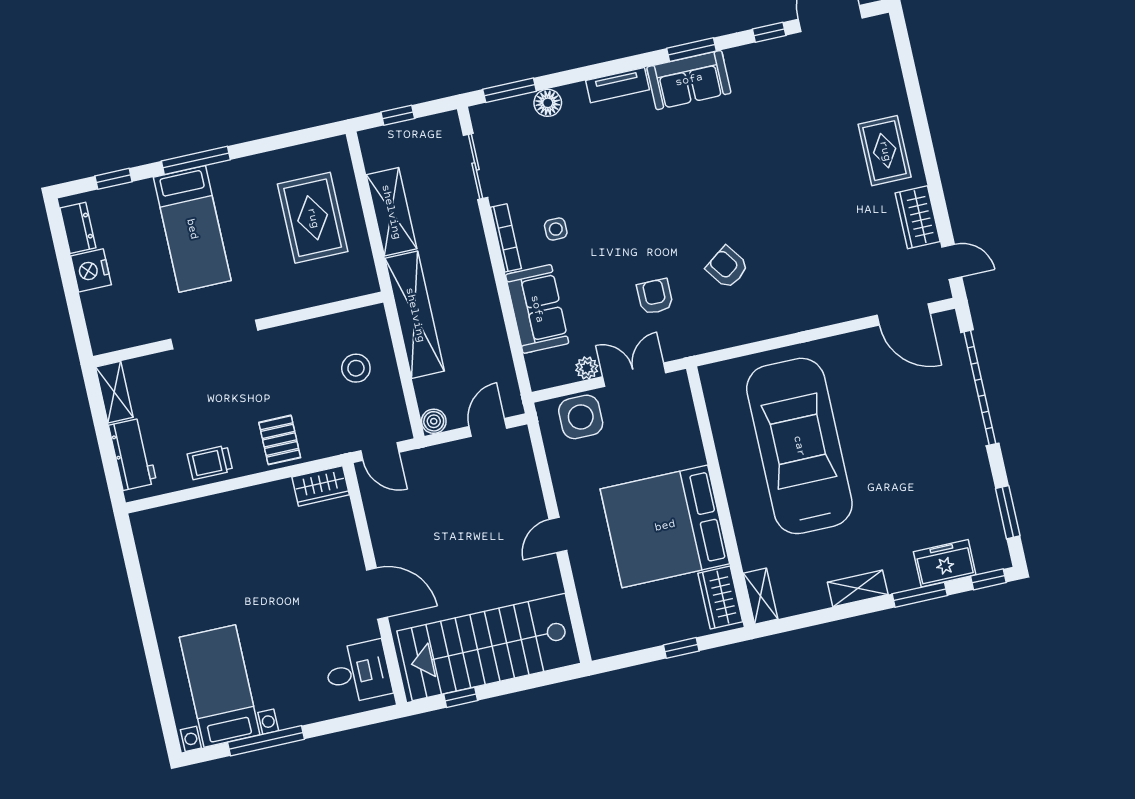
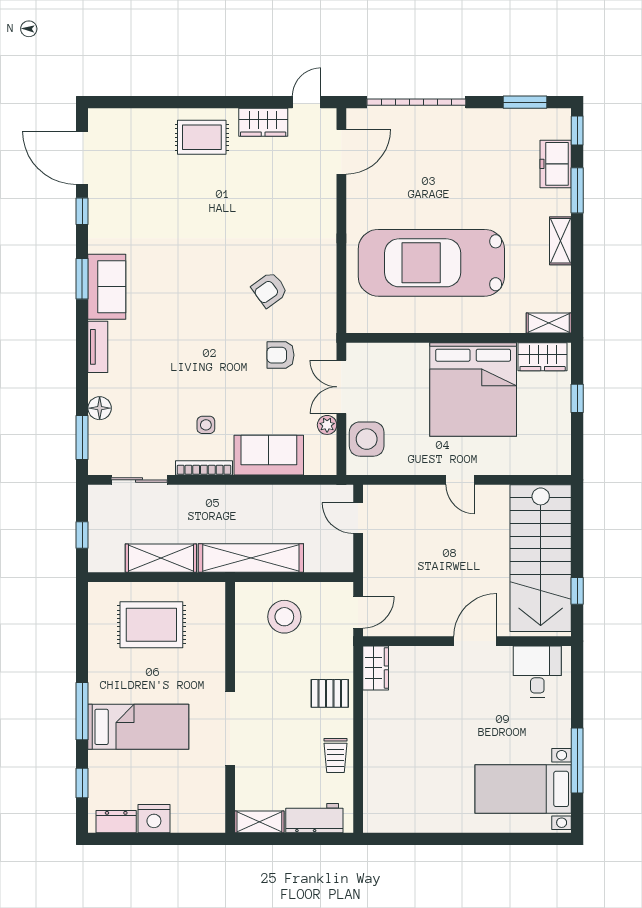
stool: (356, 368) -> (284, 617), width x1.38, depth x1.38
boiler: (434, 421) -> (343, 562), removed

